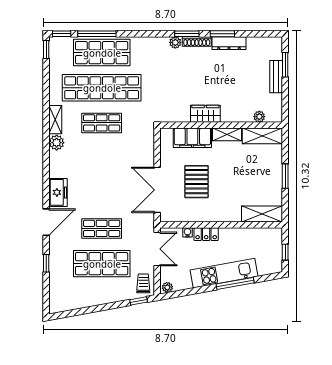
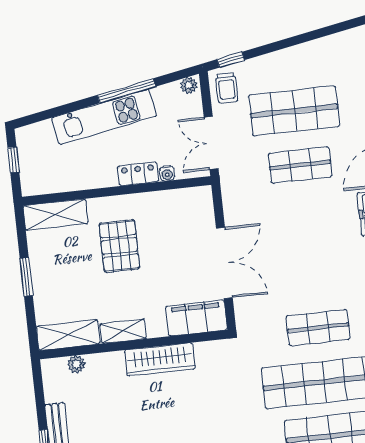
wardrobe: (205, 114) -> (160, 359), width x1.50
filing cabinet: (192, 138) -> (196, 318), moved
pallet: (196, 182) -> (119, 246), moved
double door: (157, 190) -> (224, 263), moved
window: (235, 283) -> (126, 91), moved

